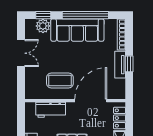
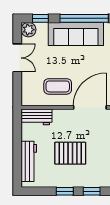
plant: (43, 26) -> (28, 30), moved
workbench: (51, 110) -> (37, 117), moved

